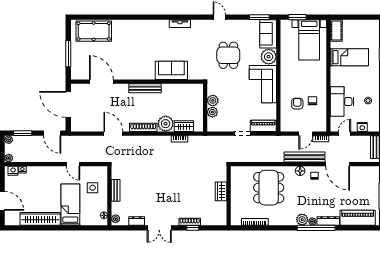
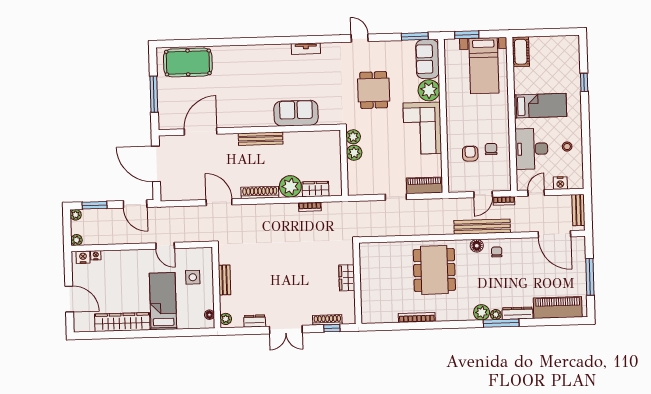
bed: (349, 57) -> (540, 106), moved
door: (101, 82) -> (201, 131), hinge flipped
plant: (212, 112) -> (353, 137), moved
door: (338, 164) -> (554, 234), moved
wardrobe: (221, 191) -> (347, 278), moved
wall: (229, 196) -> (357, 283), moved
window: (316, 228) -> (501, 323), width x0.68

